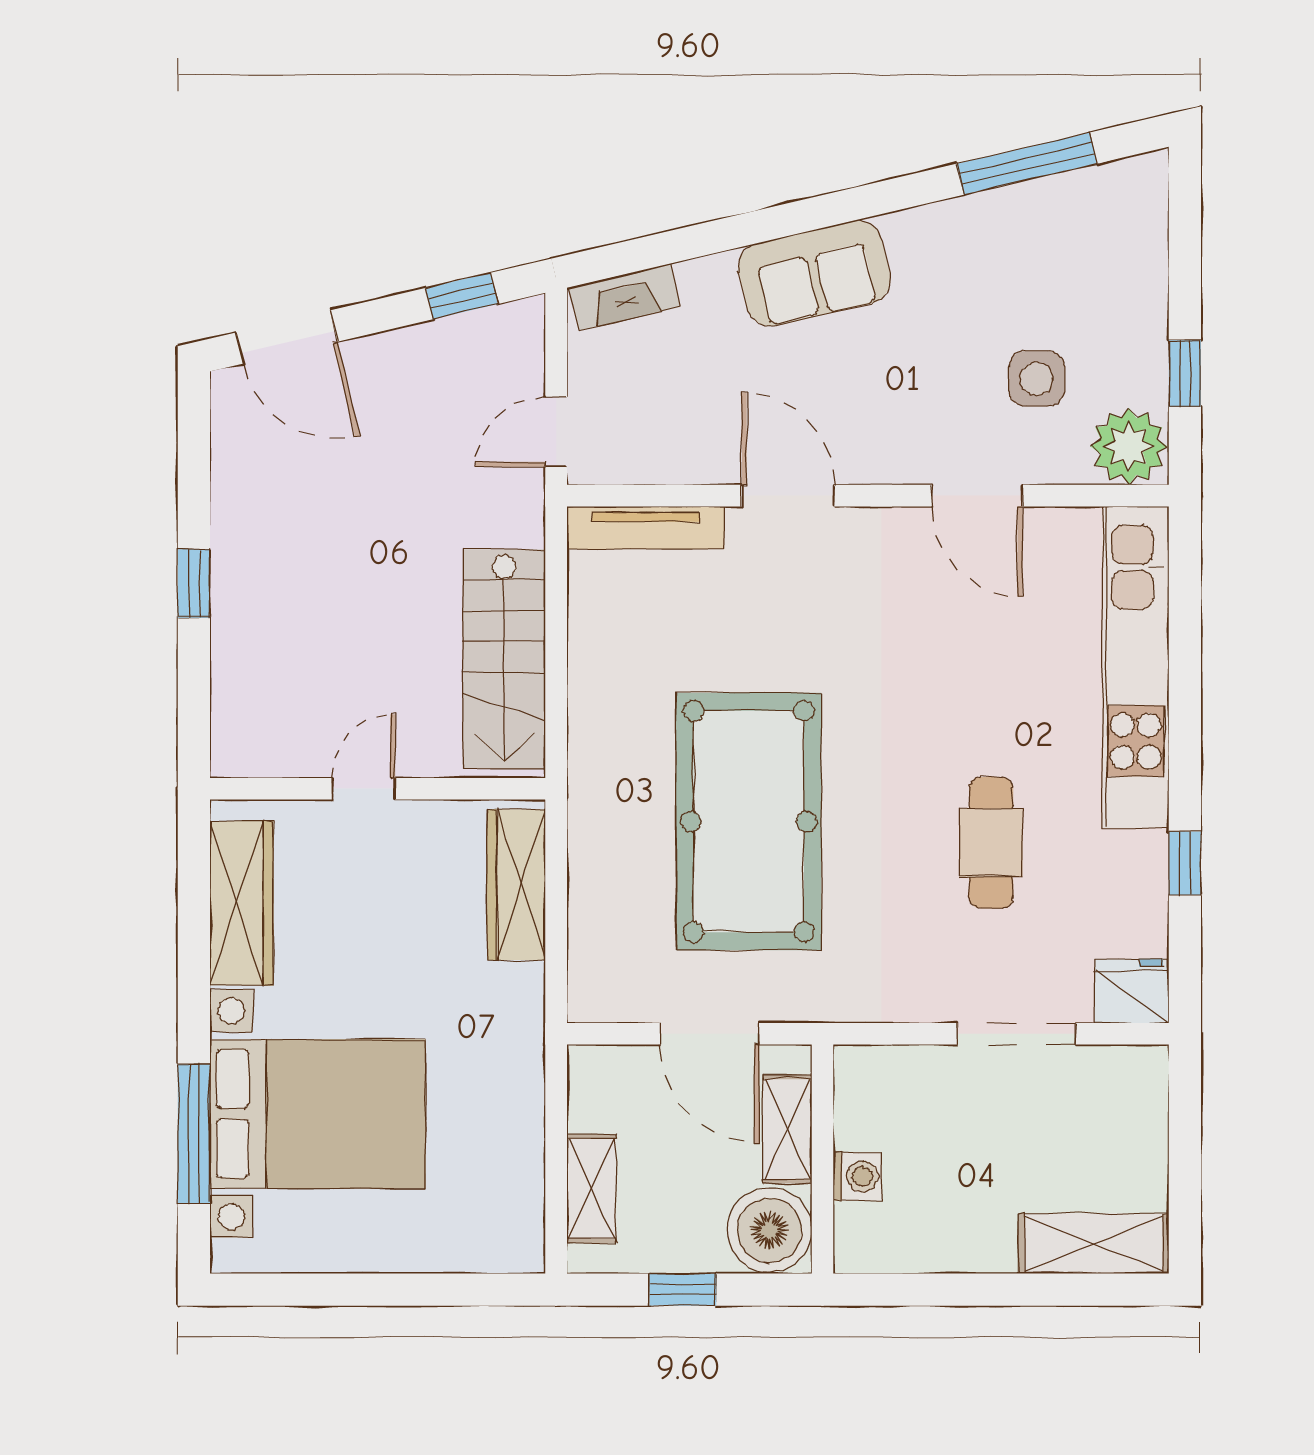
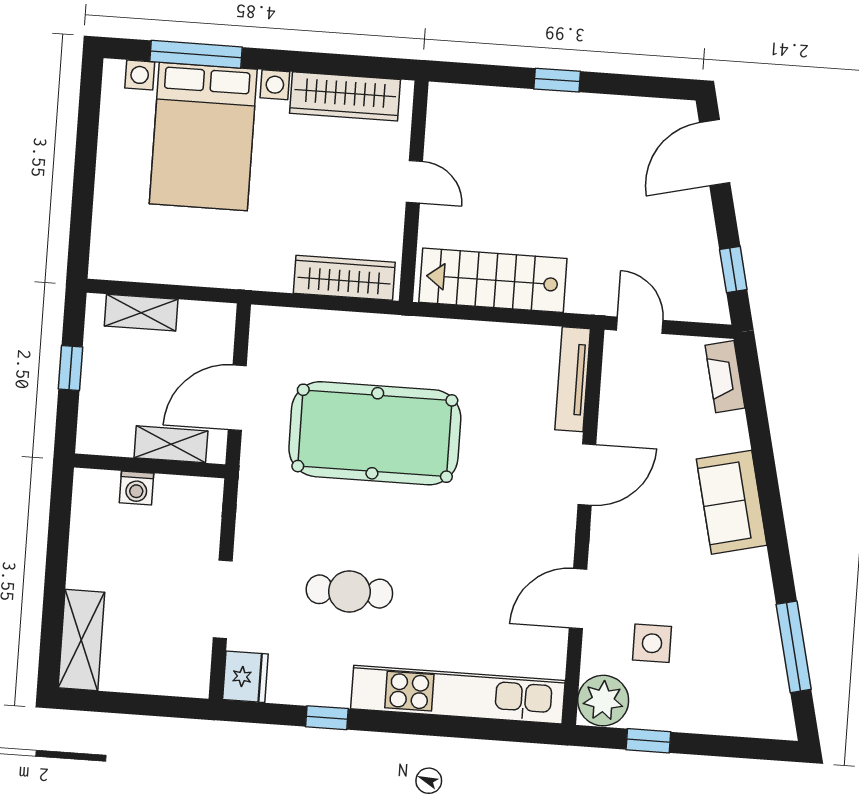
boiler: (769, 1230) -> (105, 428), removed

